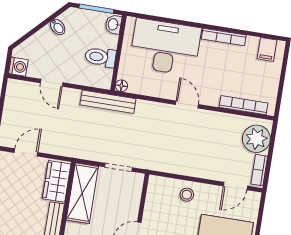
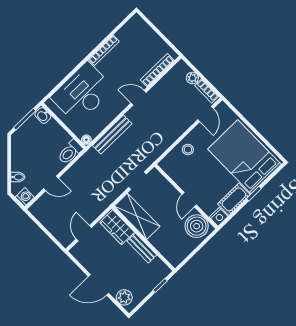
bidet: (58, 27) -> (18, 177), moved
filing cabinet: (267, 49) -> (132, 28), removed
toilet: (100, 57) -> (70, 152), moved
bench: (108, 102) -> (112, 135), moved
door: (187, 104) -> (138, 98), moved
plant: (256, 139) -> (192, 78), width x0.53, depth x0.53

